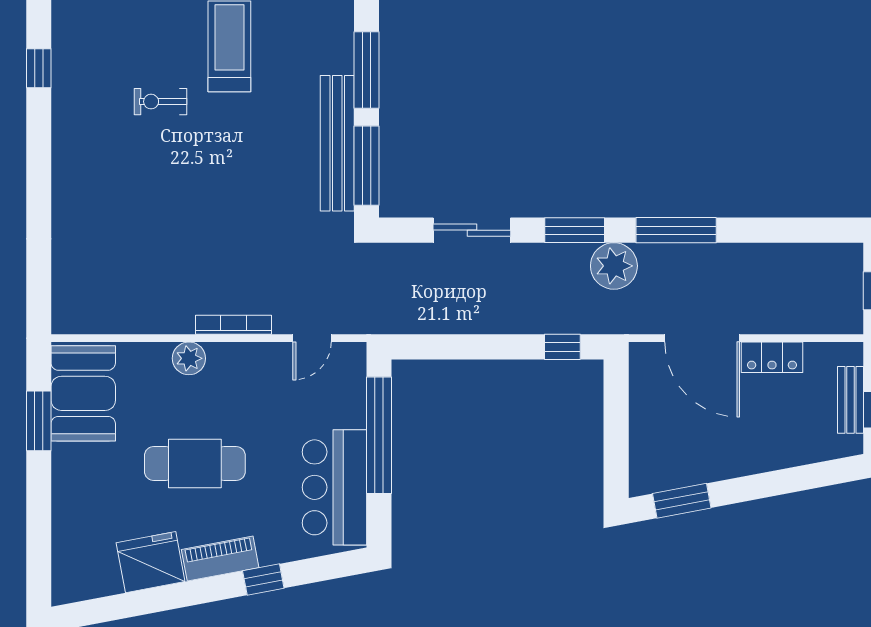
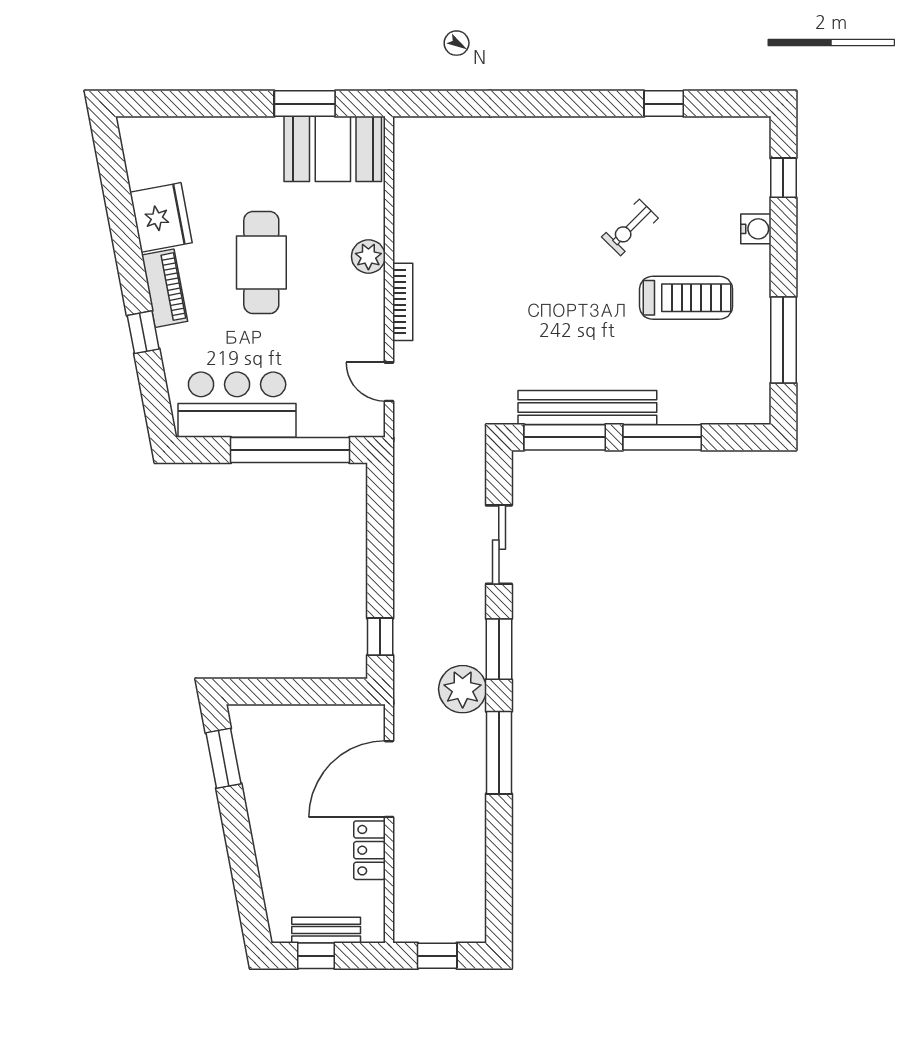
exercise bike: (160, 102) -> (630, 228), turned -135

